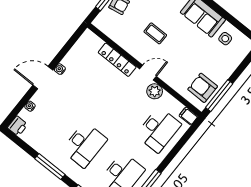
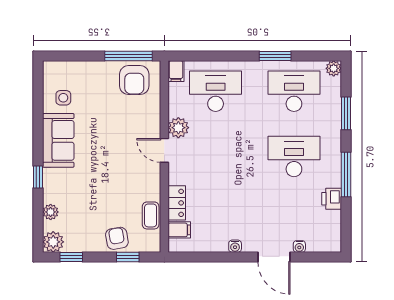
coffee table: (155, 33) -> (151, 215), moved
filing cabinet: (95, 44) -> (179, 230), added
locker: (117, 60) -> (177, 203), width x0.66
door: (43, 78) -> (274, 257), moved
printer: (18, 126) -> (332, 199), moved, turned -90

